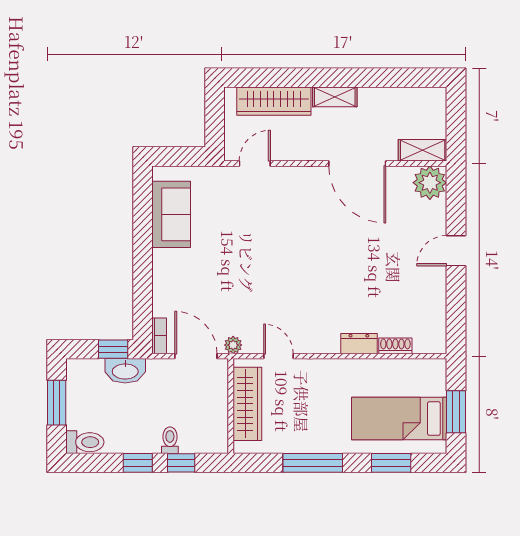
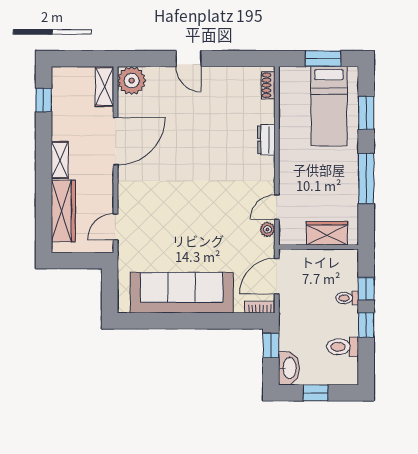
window: (407, 78) -> (44, 100), added
door: (255, 163) -> (115, 227), hinge flipped
sofa: (171, 214) -> (182, 293), width x1.85, depth x1.27
plant: (233, 345) -> (267, 229), moved
shoe rack: (395, 346) -> (268, 85), moved
washbasin: (125, 371) -> (289, 368), moved
window: (57, 403) -> (316, 393), width x0.67
wardrobe: (247, 404) -> (327, 233), width x0.67
toilet: (85, 442) -> (343, 347), moved, turned -90

